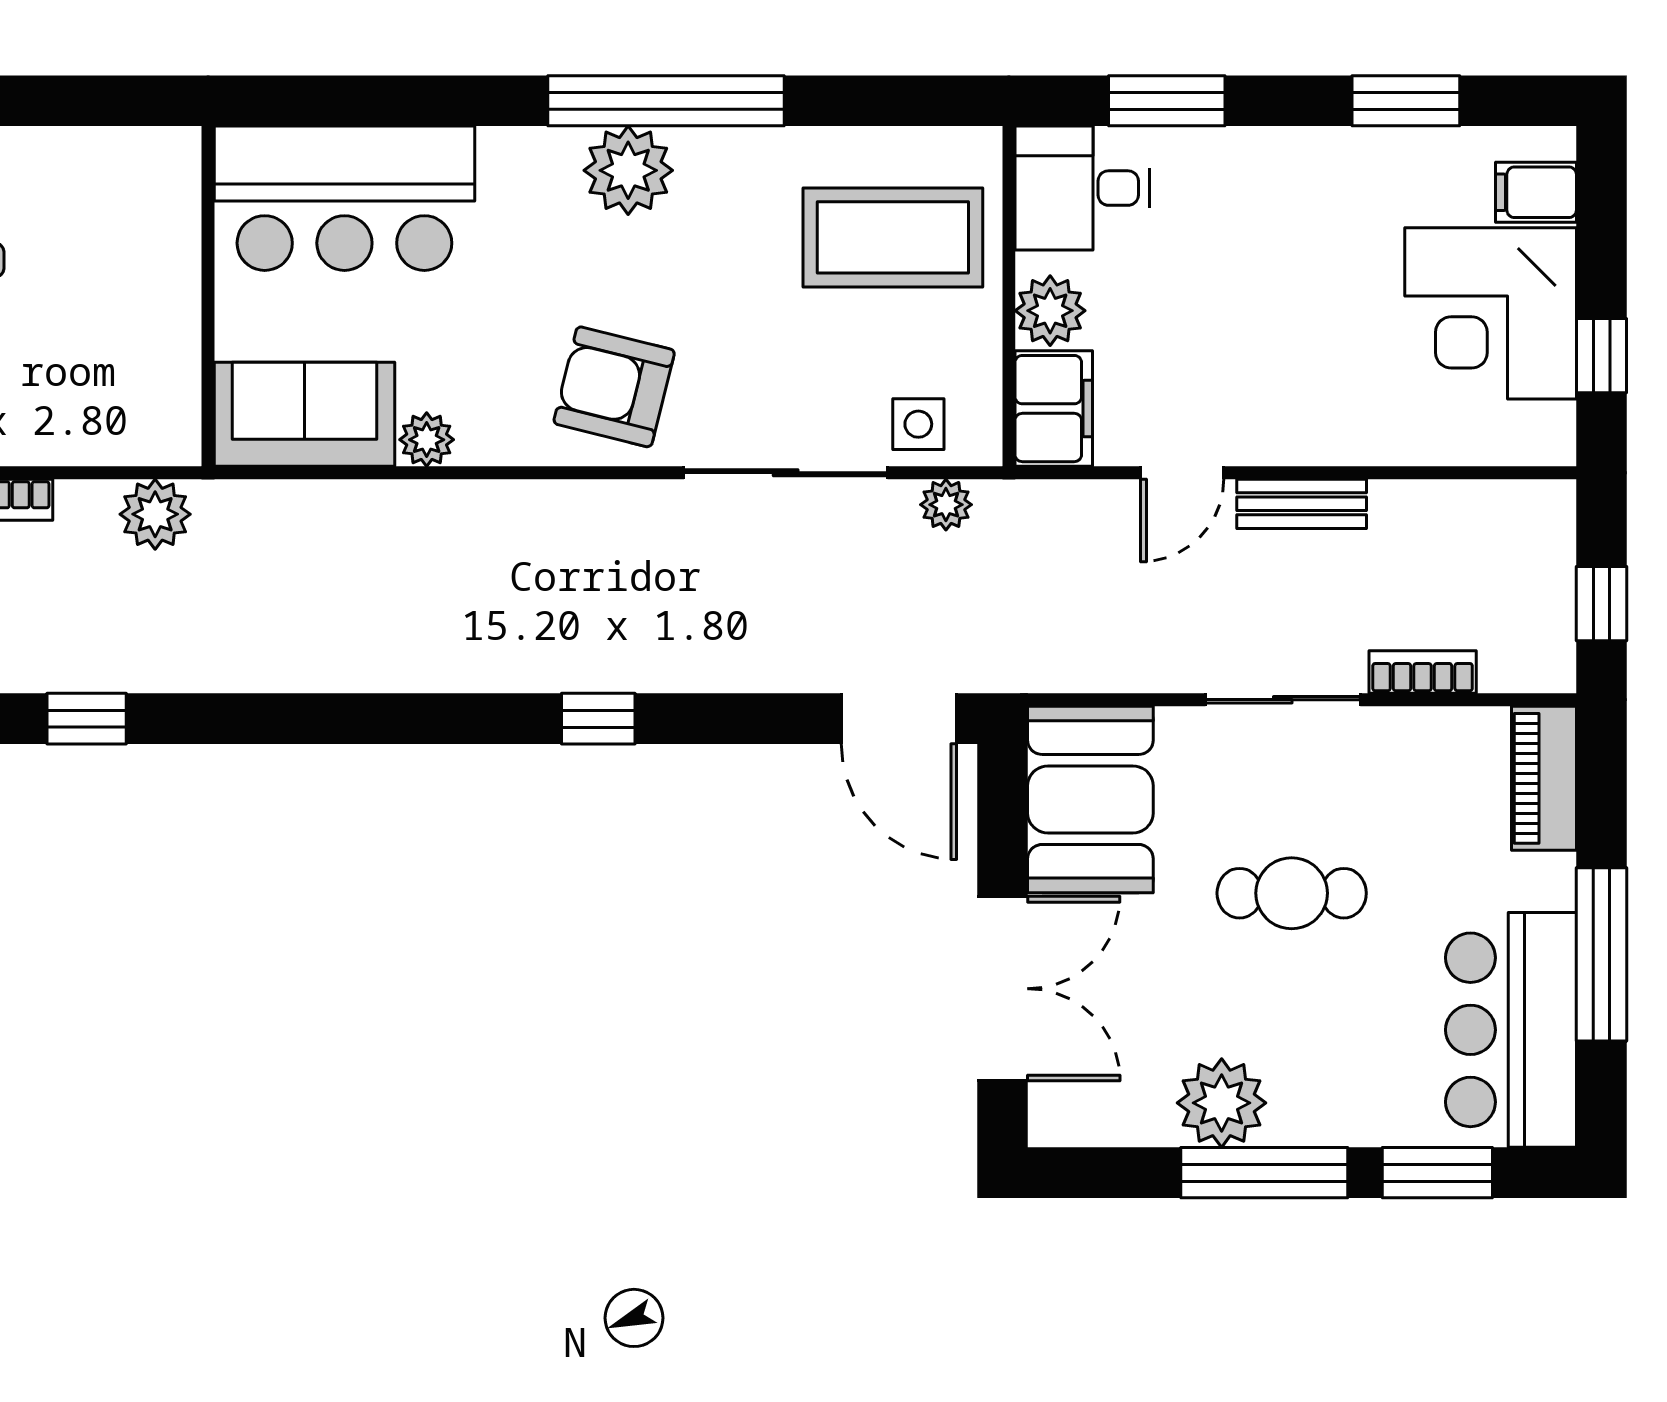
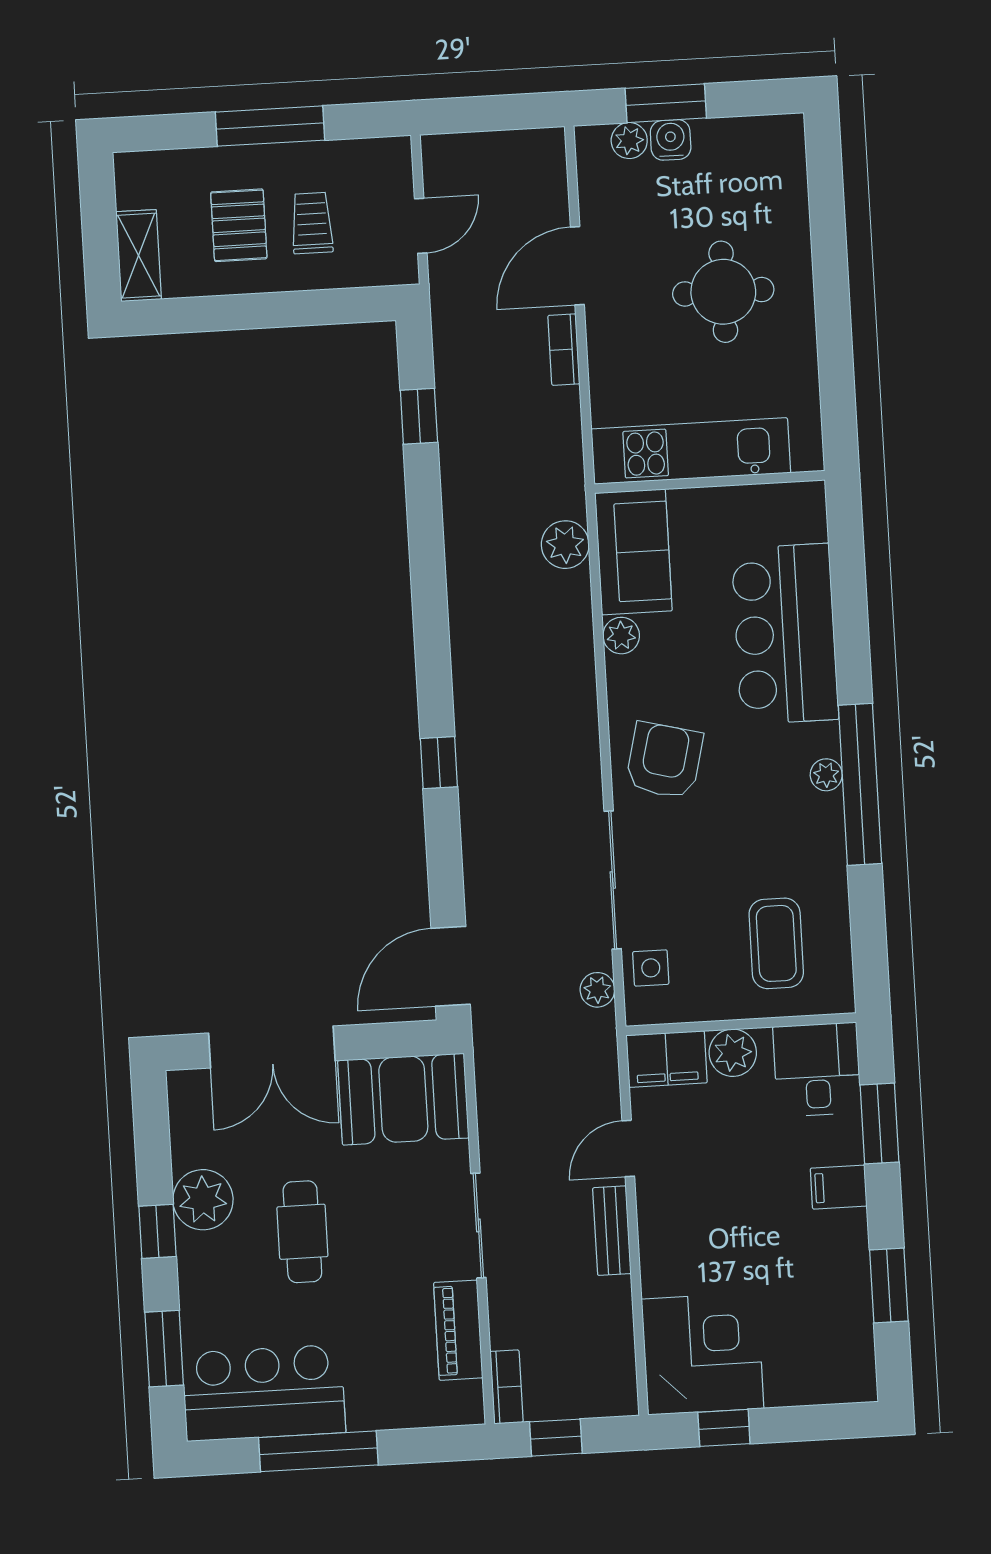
plant: (628, 170) -> (826, 775), width x0.53, depth x0.53
filing cabinet: (1536, 192) -> (839, 1187), moved, turned -90
bar counter: (344, 198) -> (785, 634), moved
coffee table: (893, 237) -> (776, 943), width x0.73, depth x0.76
corner desk: (1491, 313) -> (703, 1354), moved, turned 90
kitchen unit: (161, 321) -> (691, 451), added
door: (1182, 473) -> (628, 1148), hinge flipped
plant: (155, 514) -> (565, 545), moved
bookcase: (1423, 672) -> (507, 1387), moved
piano: (1544, 778) -> (458, 1330), moved, turned -90
cafe table: (1292, 893) -> (302, 1232), moved
window: (1264, 1173) -> (157, 1231), width x0.46

